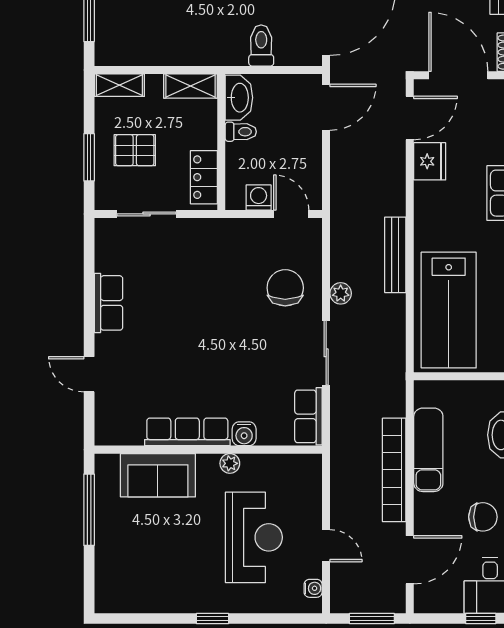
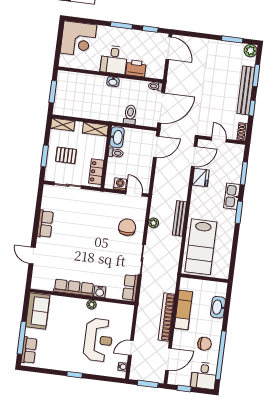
door: (458, 75) -> (219, 140), width x0.53
plant: (341, 293) -> (153, 223), moved
sofa: (158, 475) -> (38, 311), moved, turned -90
window: (89, 510) -> (22, 338), moved
door: (326, 546) -> (131, 348), swing flipped
row of seats: (108, 578) -> (29, 350), added
window: (481, 618) -> (184, 389), moved

